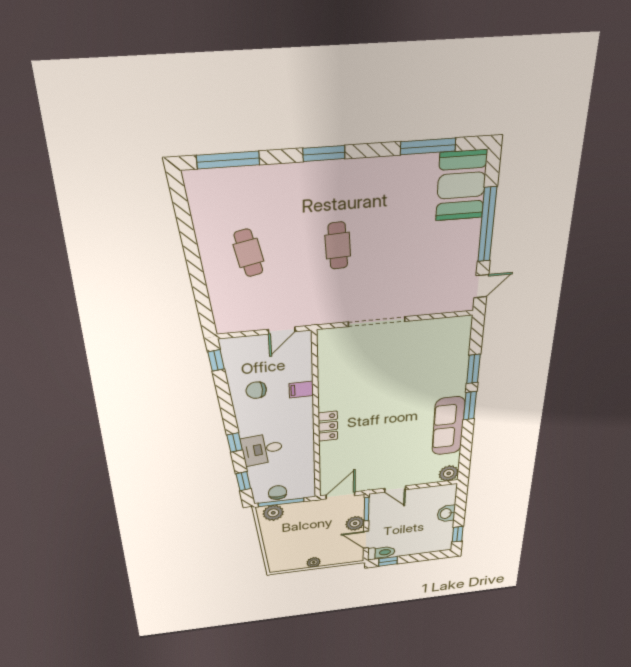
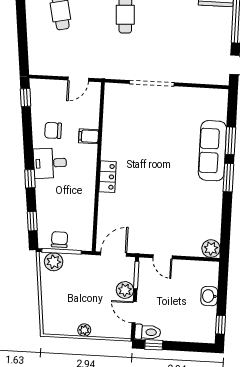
sofa: (448, 426) -> (212, 151), moved
desk: (262, 449) -> (50, 163), moved

